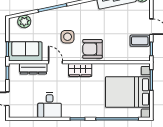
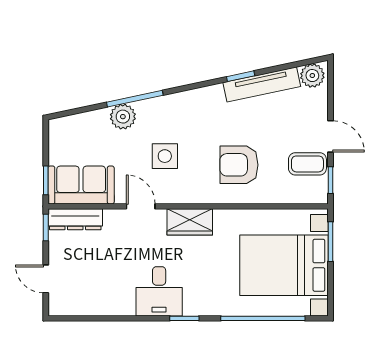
plant: (24, 21) -> (123, 117), moved
armchair: (92, 49) -> (239, 165), moved
dresser: (33, 69) -> (75, 219), moved
desk: (50, 105) -> (159, 291), moved

